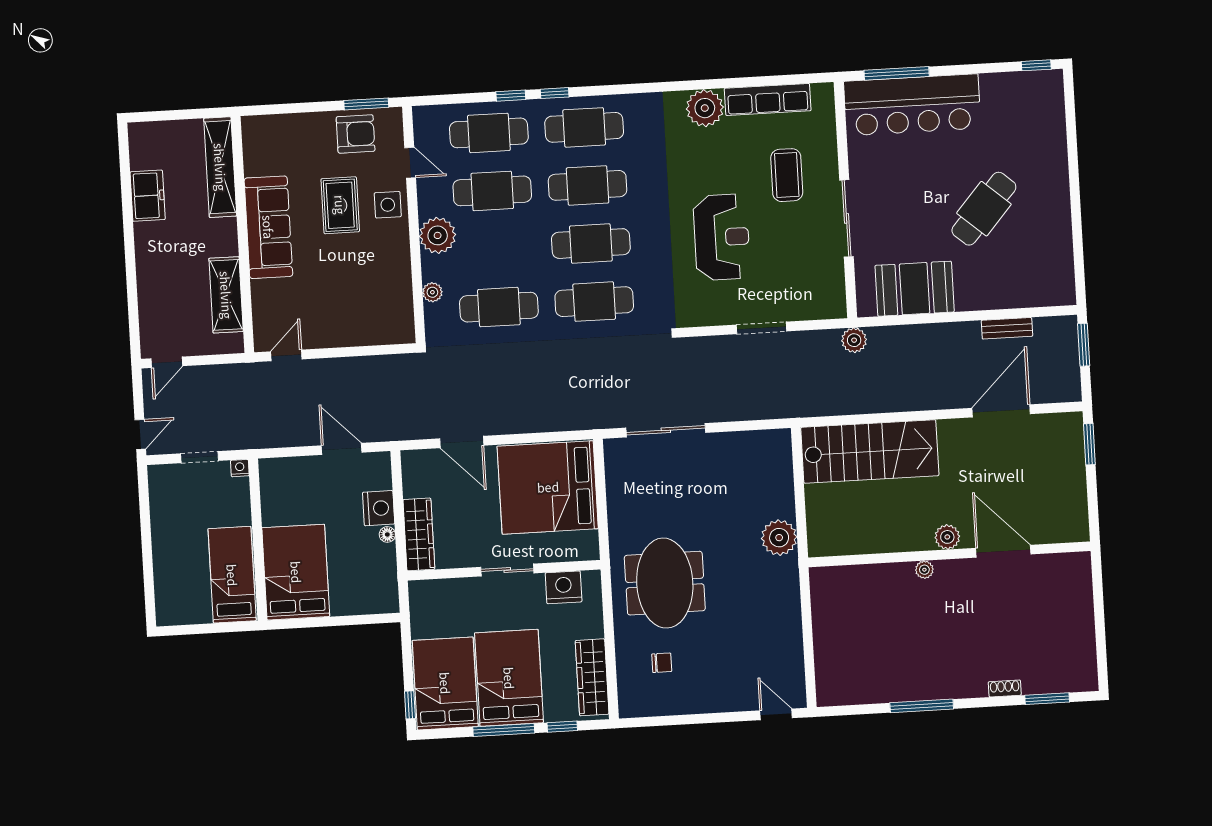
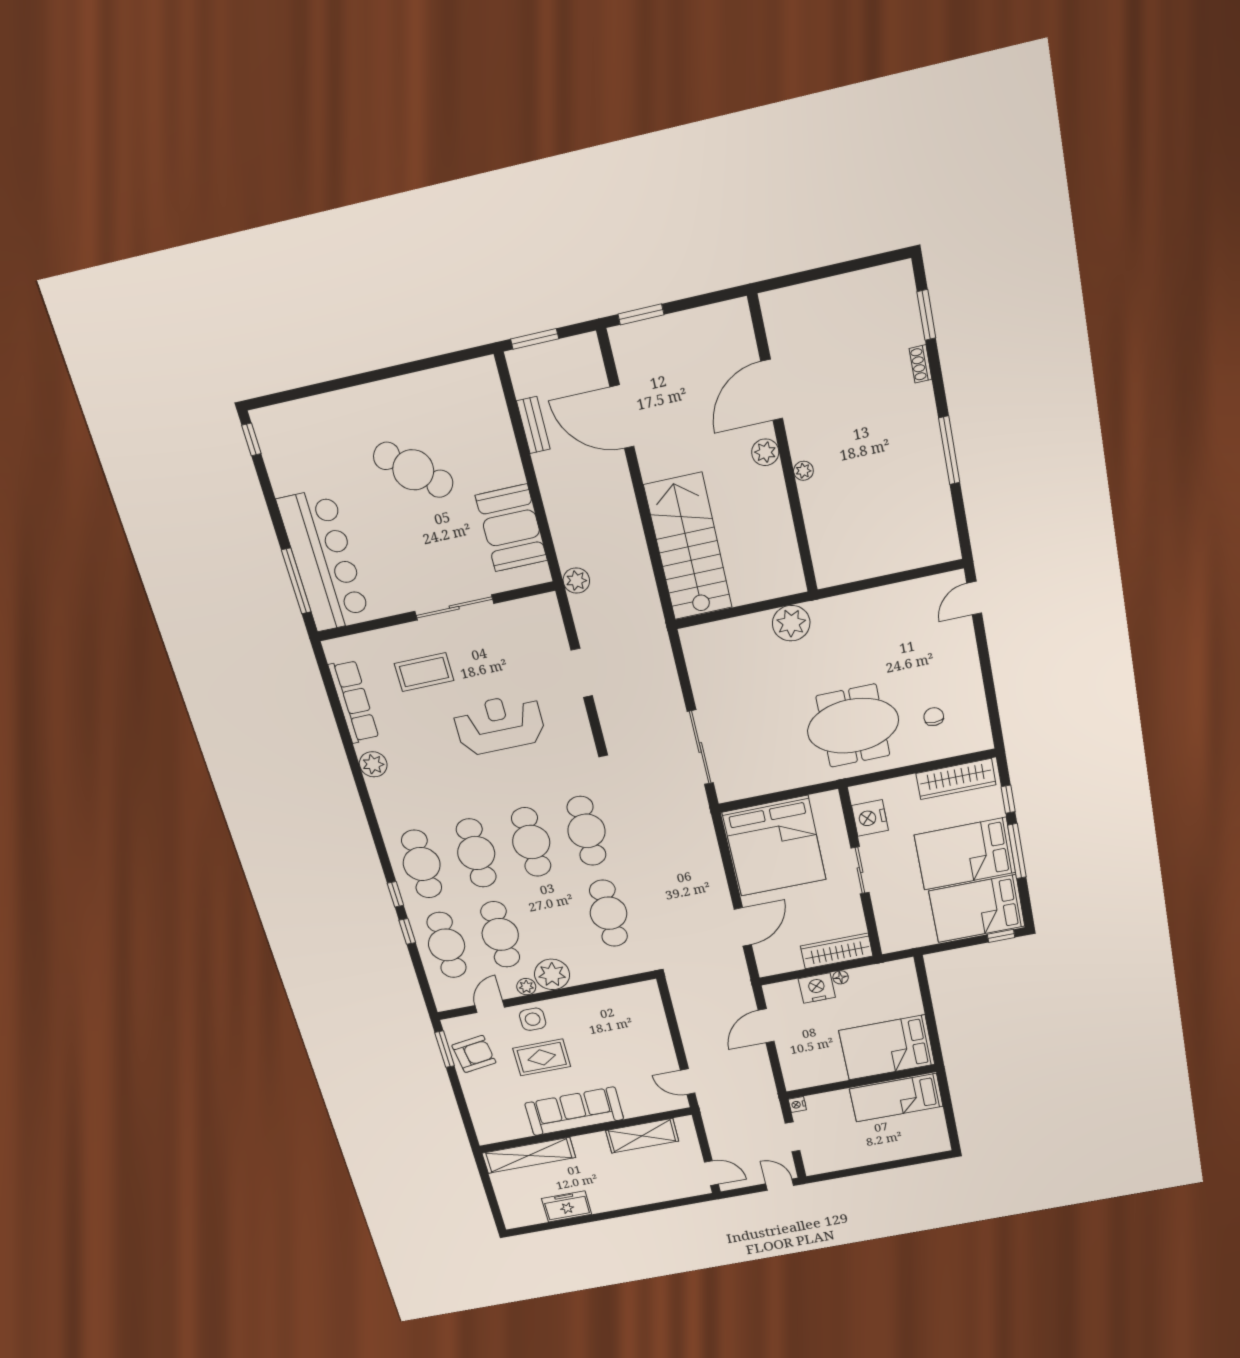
plant: (705, 108) -> (373, 764), width x0.73, depth x0.73
armchair: (356, 134) -> (474, 1054), turned 82
plant: (432, 292) -> (526, 987), moved

